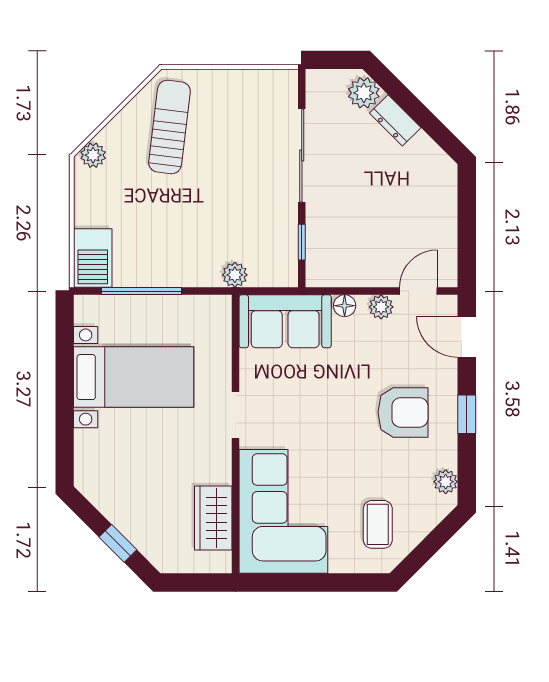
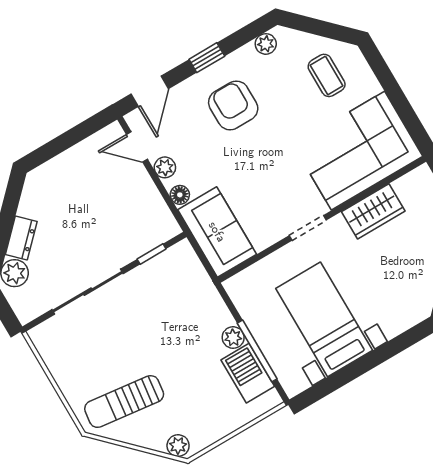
barbecue: (93, 258) -> (248, 373), moved, turned -90
plant: (235, 275) -> (233, 338), moved
wardrobe: (213, 518) -> (373, 211), moved
coffee table: (378, 524) -> (327, 75), turned 90

